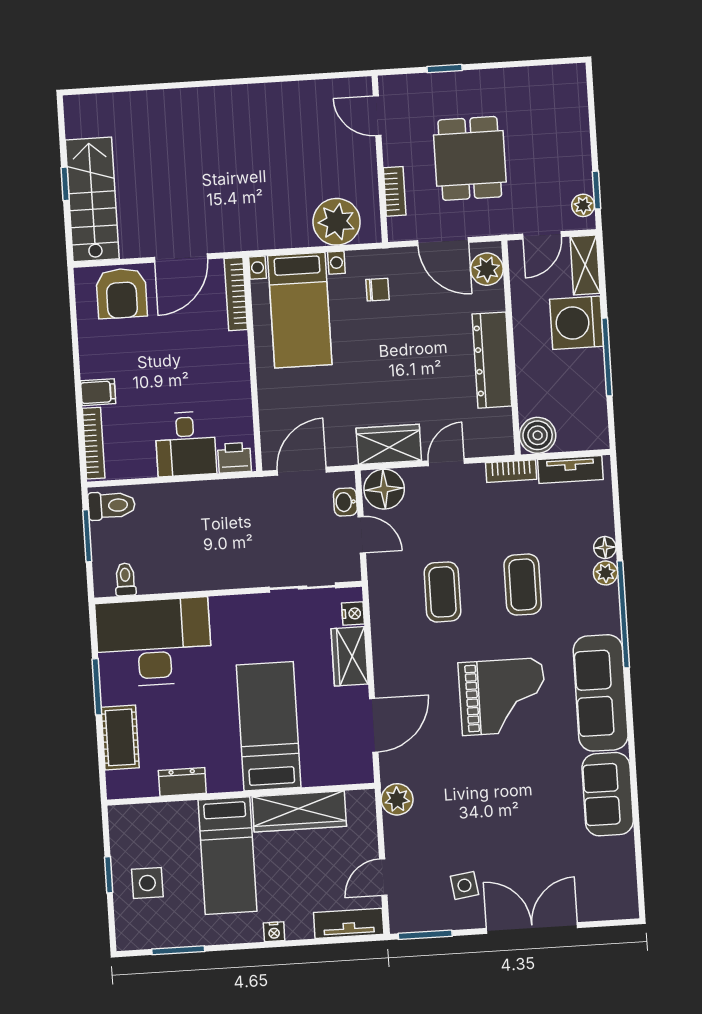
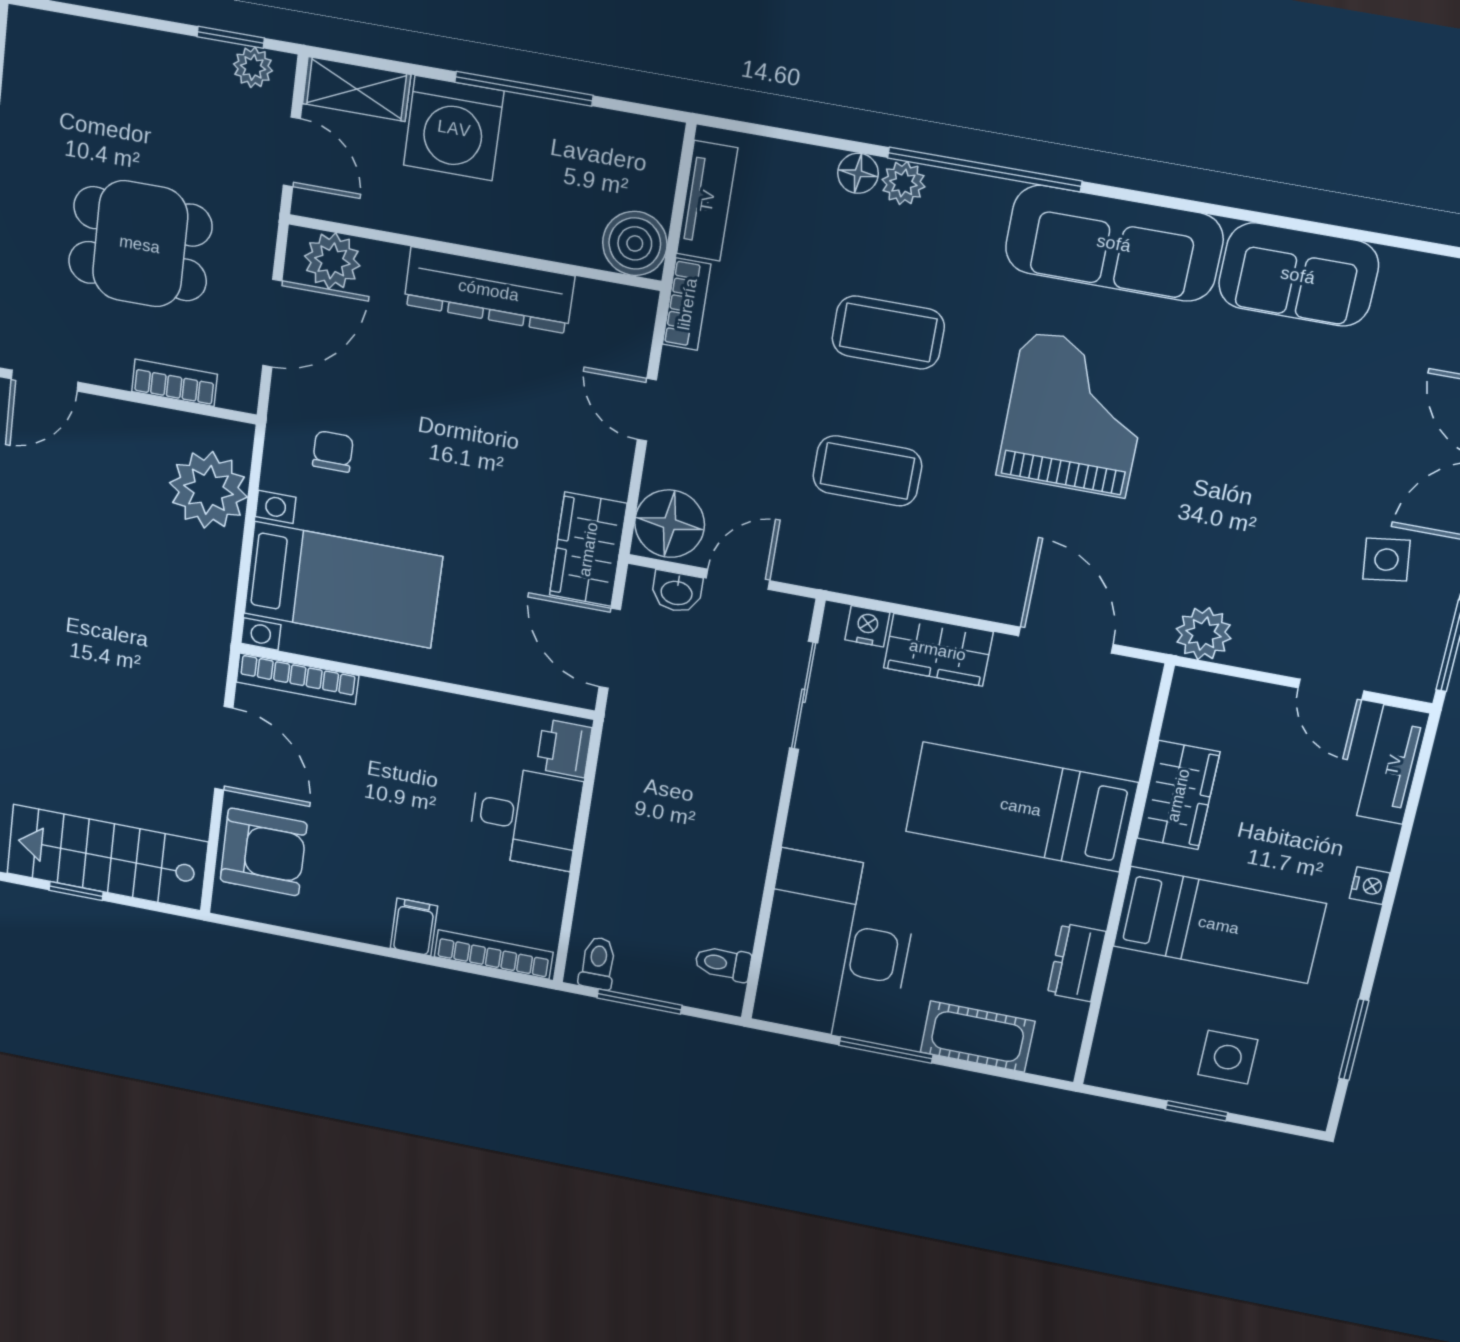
wardrobe: (389, 444) -> (588, 549), moved
toilet: (112, 505) -> (598, 963), width x0.73, depth x0.72
wardrobe: (299, 811) -> (1178, 795), width x0.67

